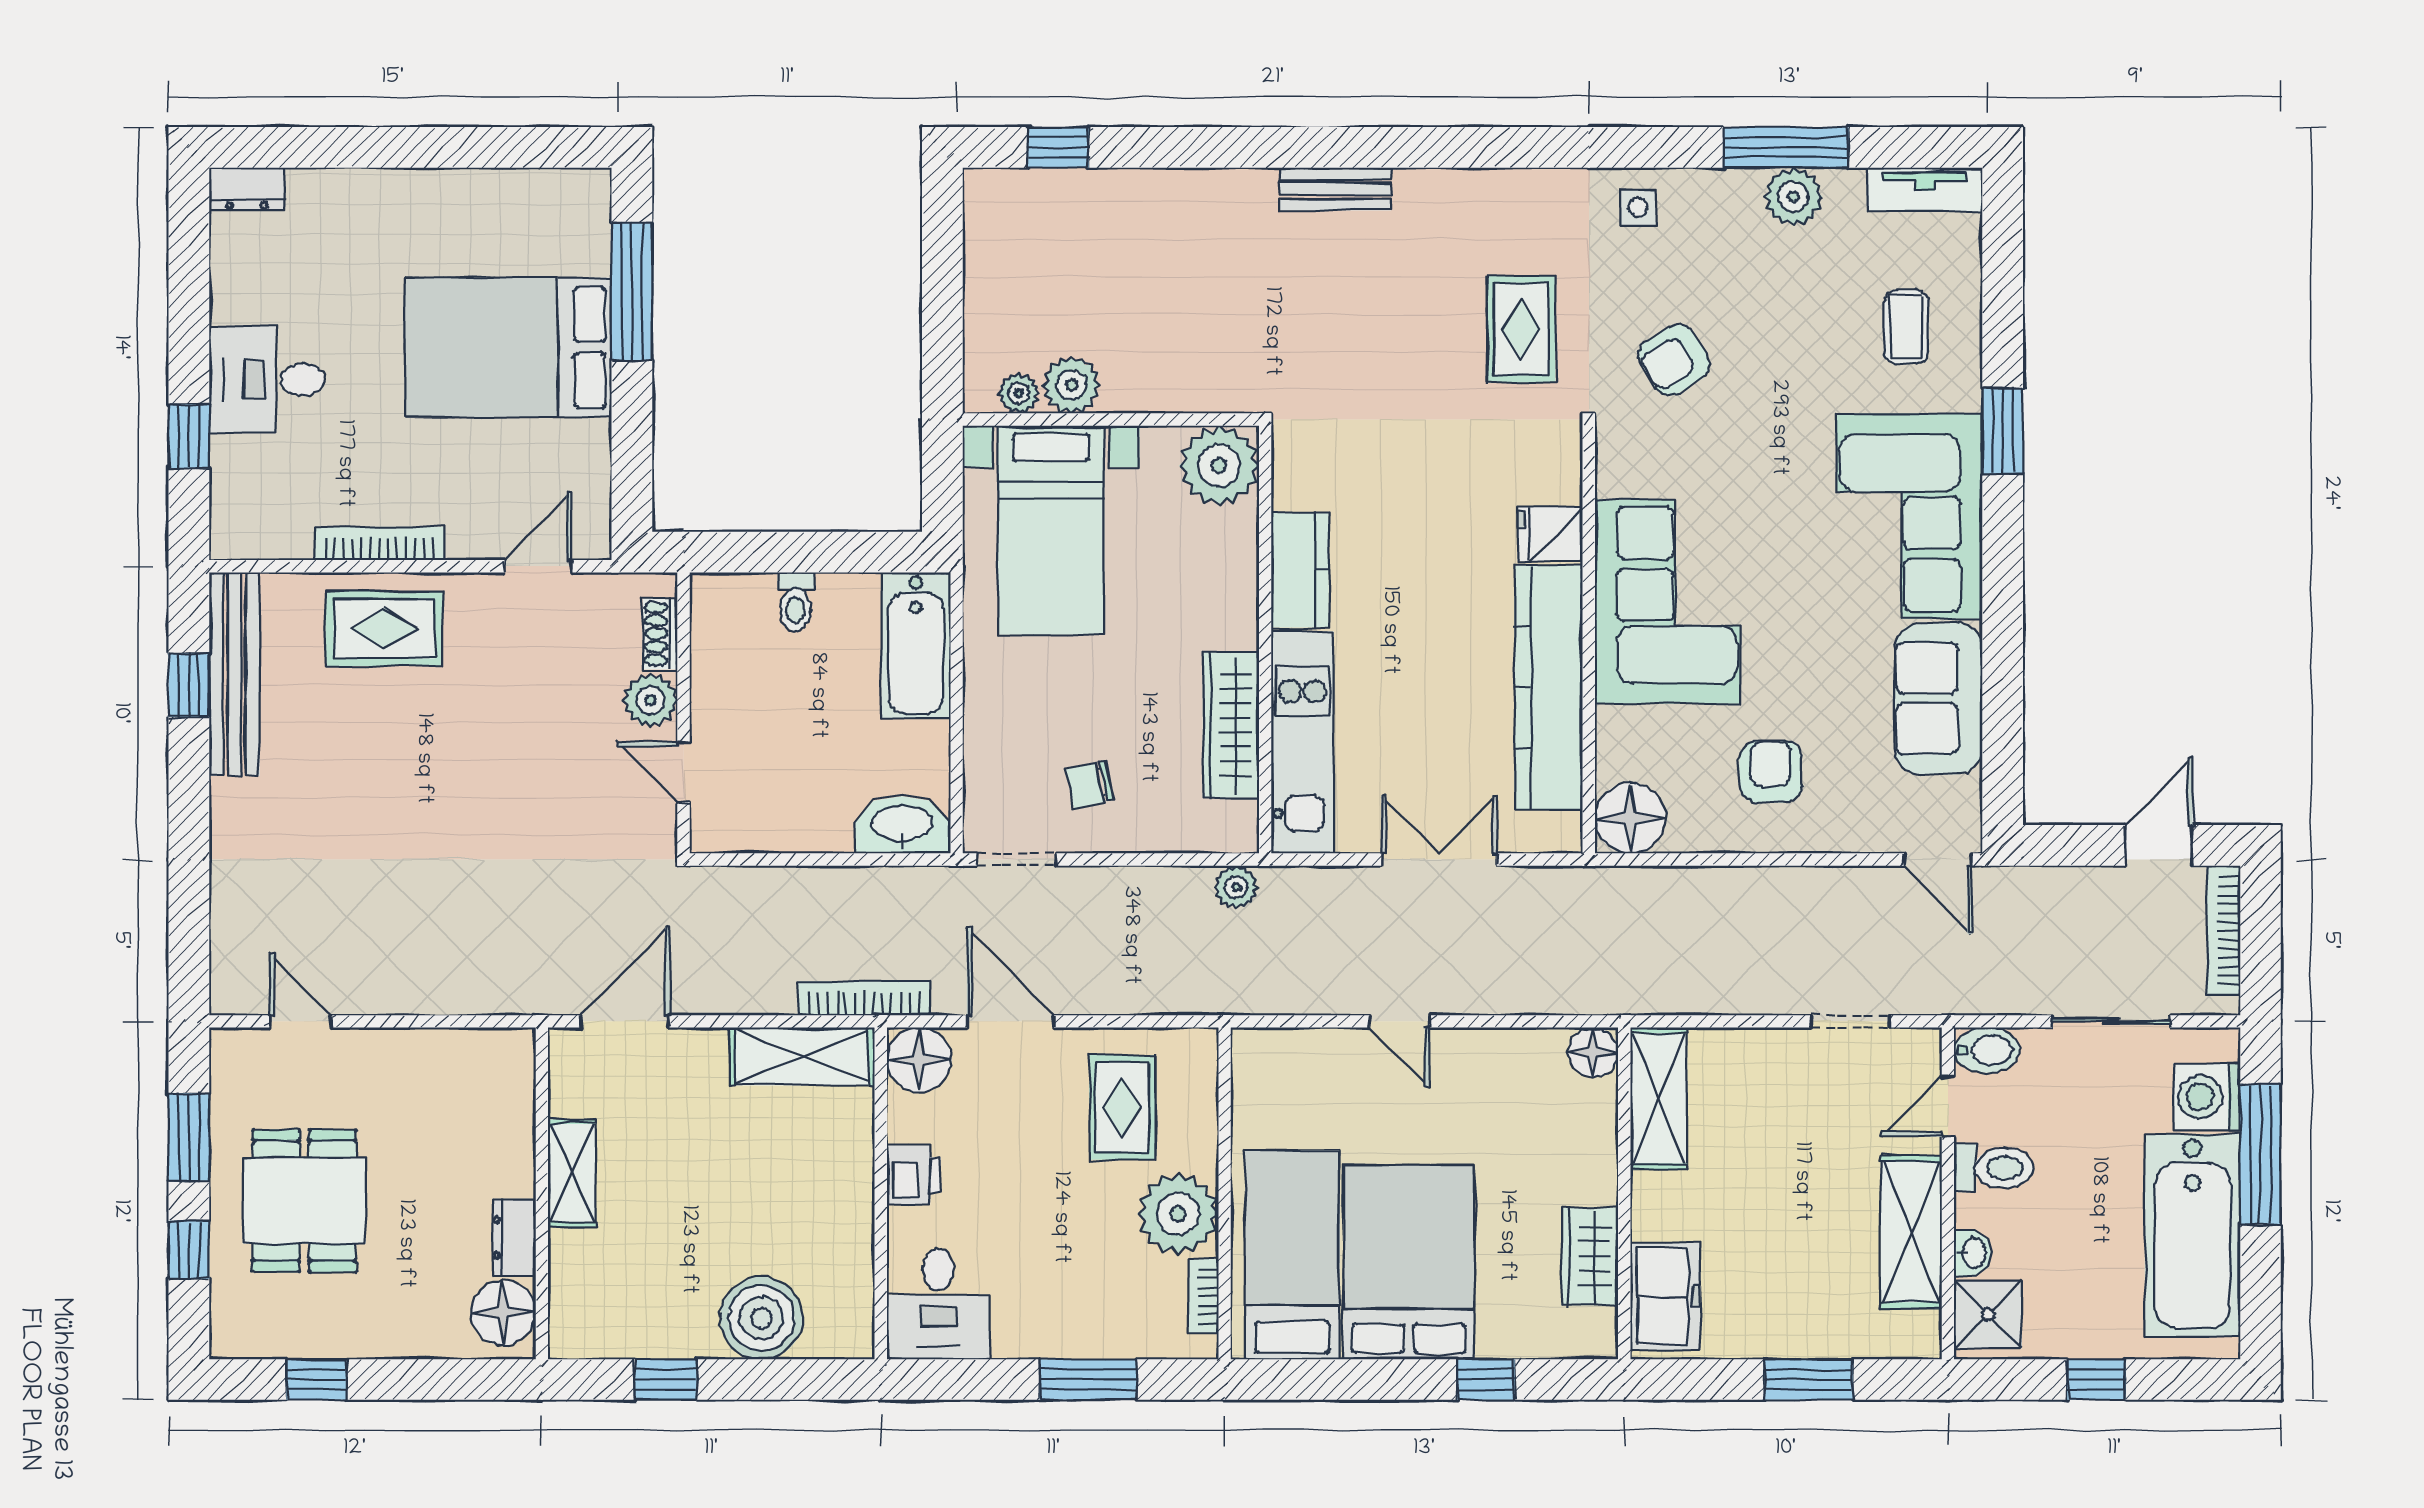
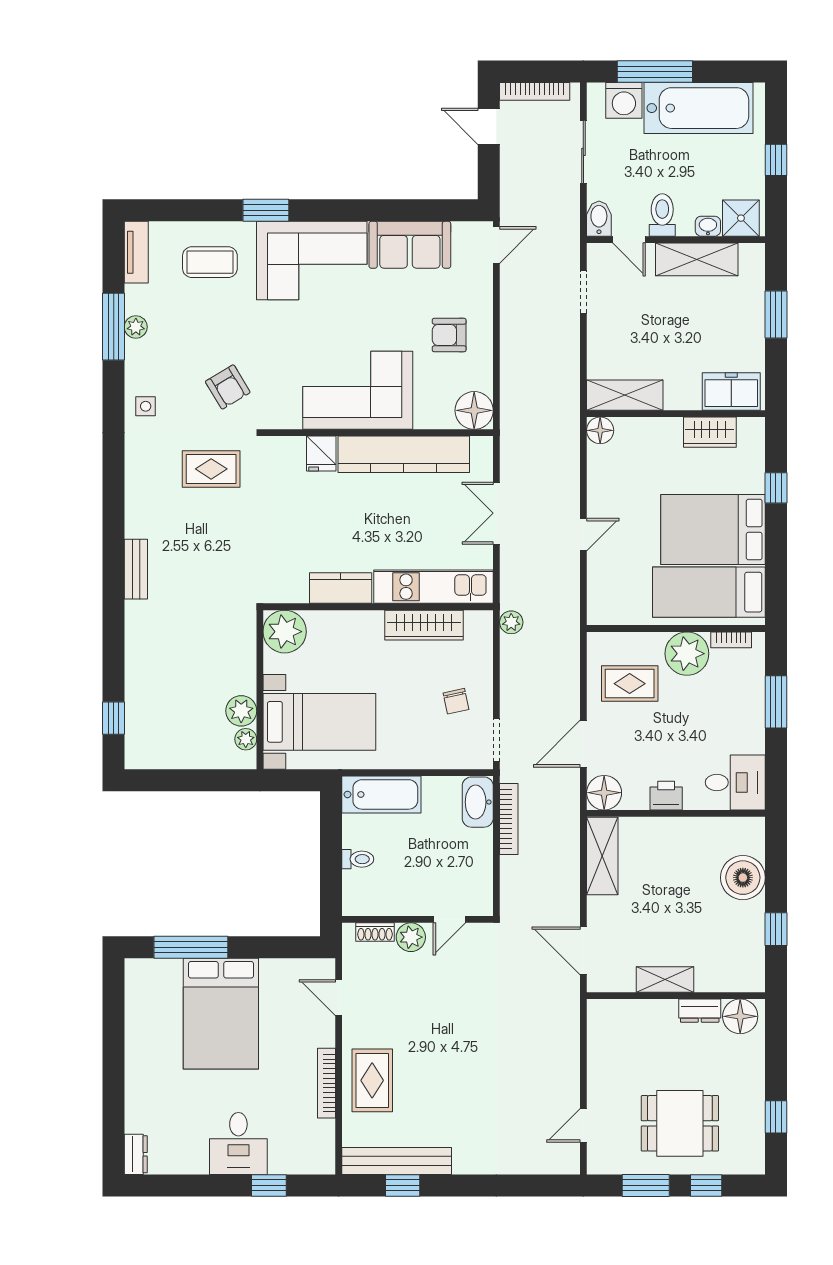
plant: (1793, 197) -> (136, 327), width x0.73, depth x0.73
coffee table: (1906, 327) -> (210, 262), width x1.36, depth x1.30
bookcase: (864, 998) -> (509, 819), moved, turned 180

